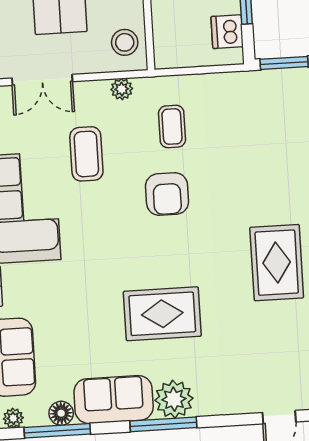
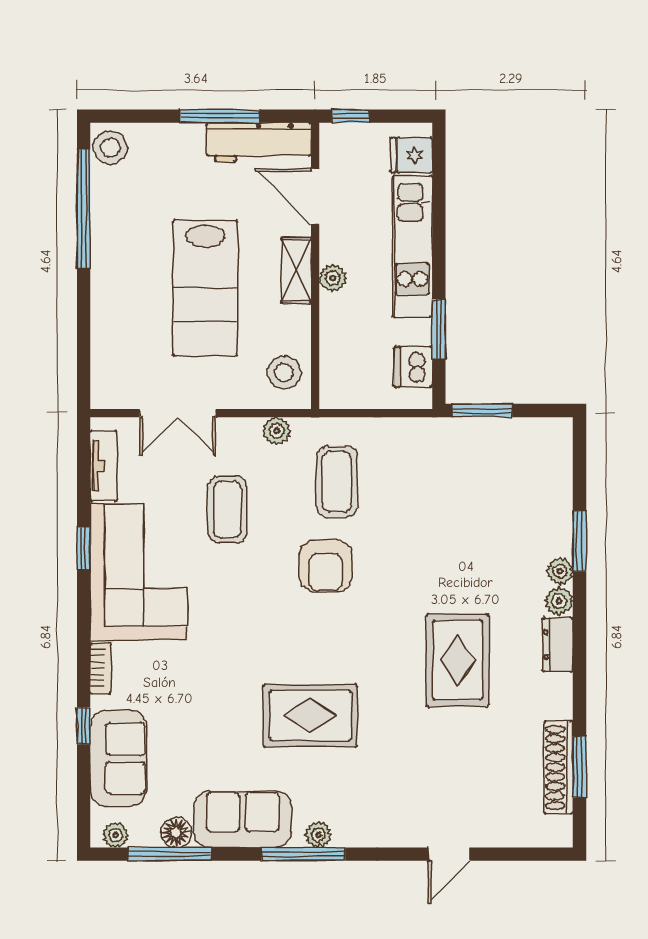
coffee table: (172, 126) -> (337, 482), width x1.36, depth x1.30
plant: (174, 399) -> (318, 835), width x0.53, depth x0.53

